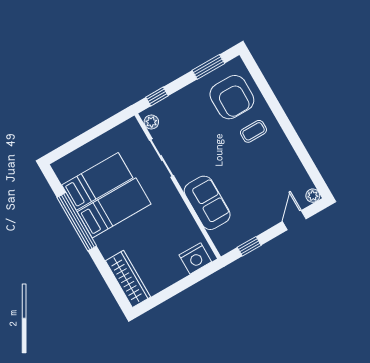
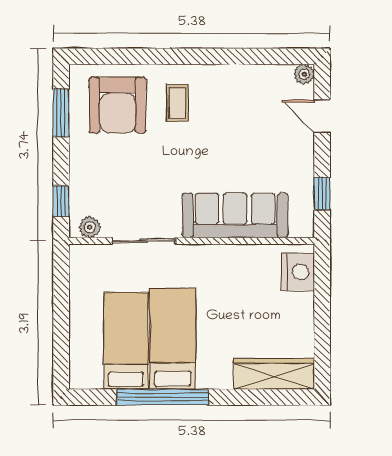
armchair: (232, 97) -> (118, 105), turned 90
sofa: (207, 203) -> (235, 215), width x1.36

